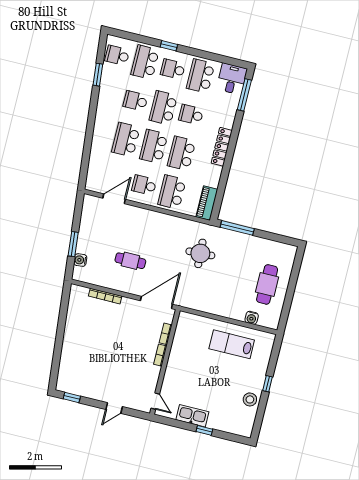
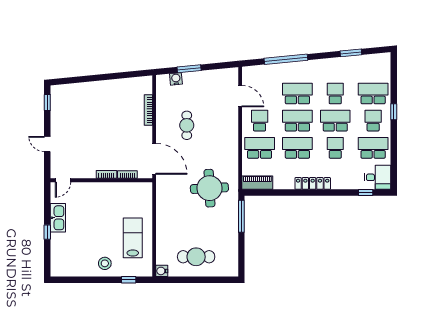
school desk: (117, 55) -> (373, 66), removed
window: (244, 95) -> (366, 193), width x0.46
window: (88, 143) -> (286, 59), added
round table: (200, 253) -> (209, 188), width x1.36, depth x1.36
water cooler: (252, 318) -> (162, 271), moved
window: (268, 384) -> (129, 280), moved
stool: (250, 399) -> (105, 263), moved

